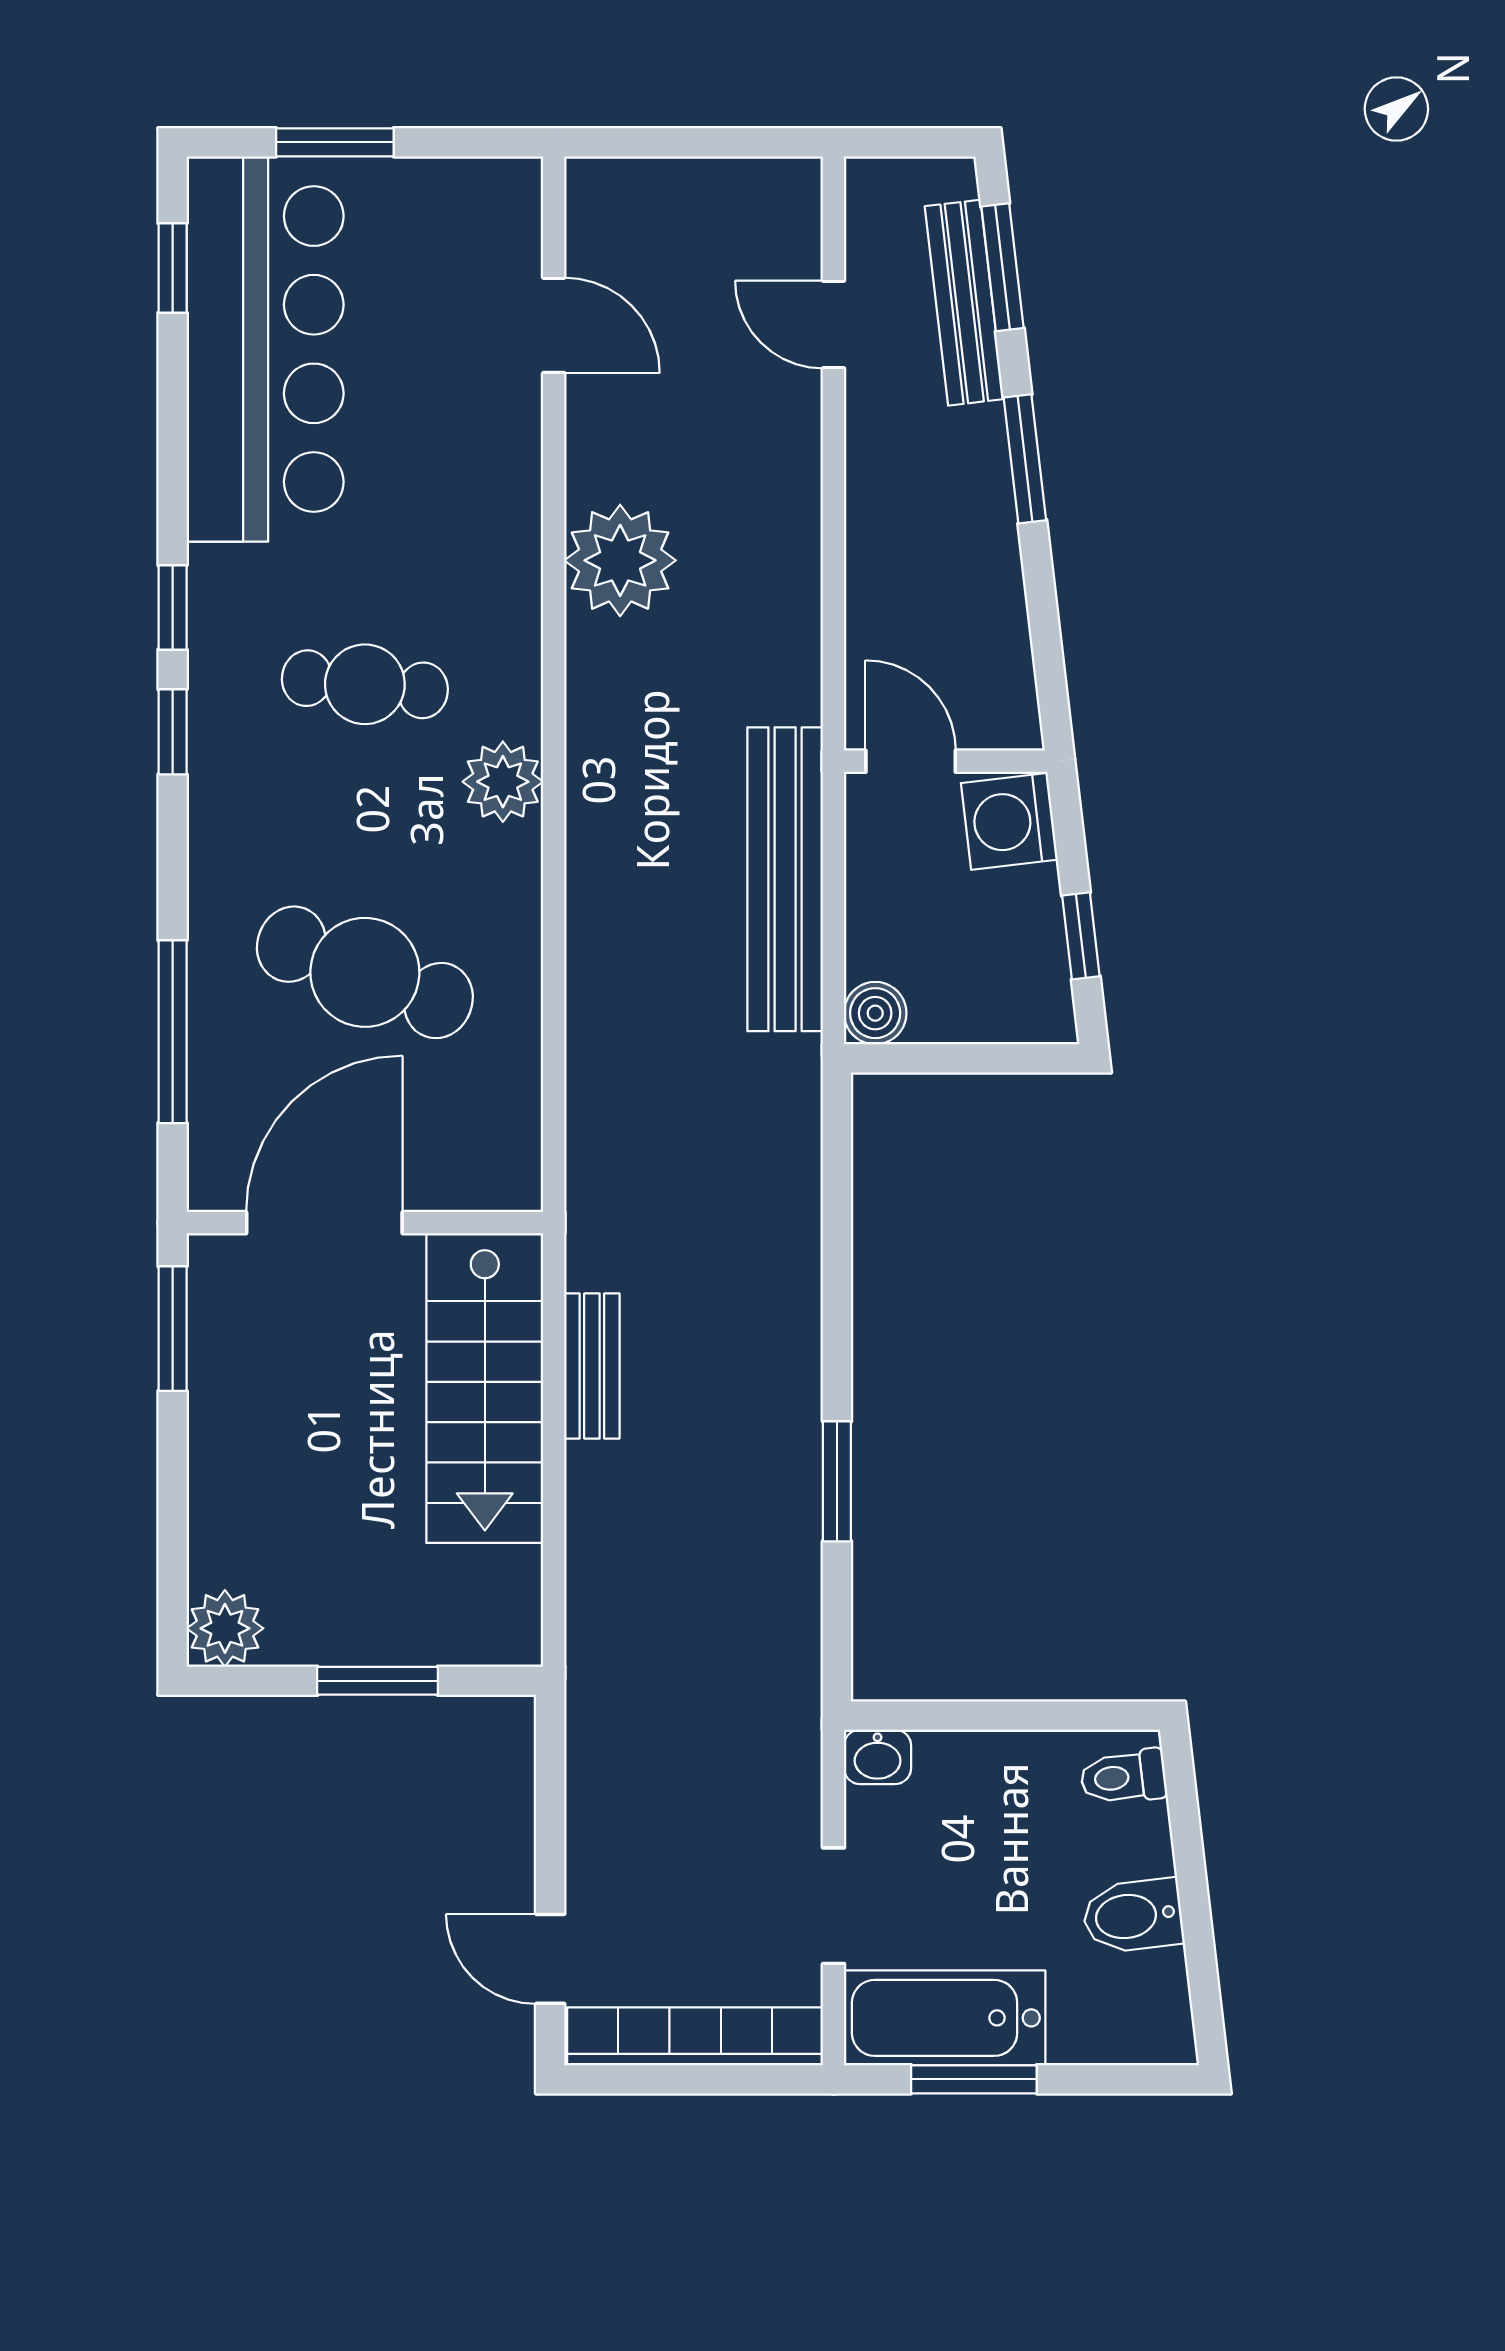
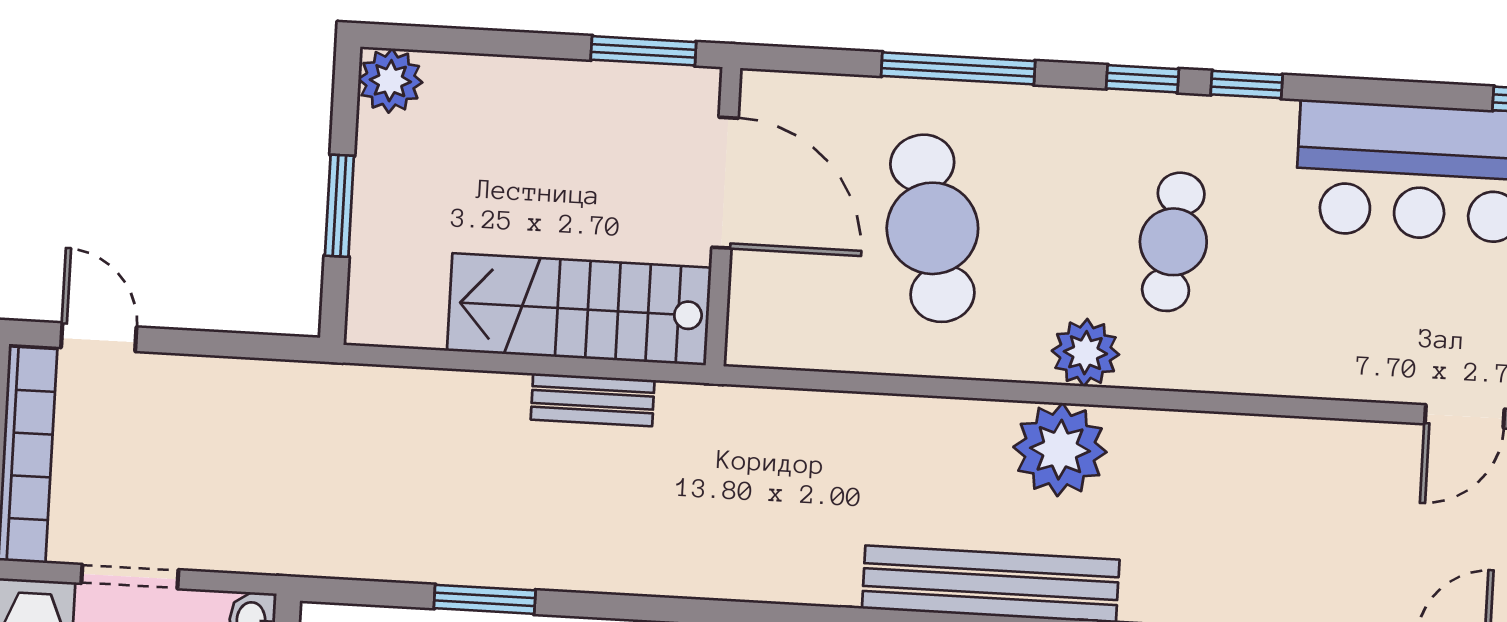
plant: (620, 560) -> (1060, 450), moved
cafe table: (365, 972) -> (932, 228), turned -33
window: (173, 1032) -> (958, 68), moved
door: (550, 1959) -> (99, 337), hinge flipped

